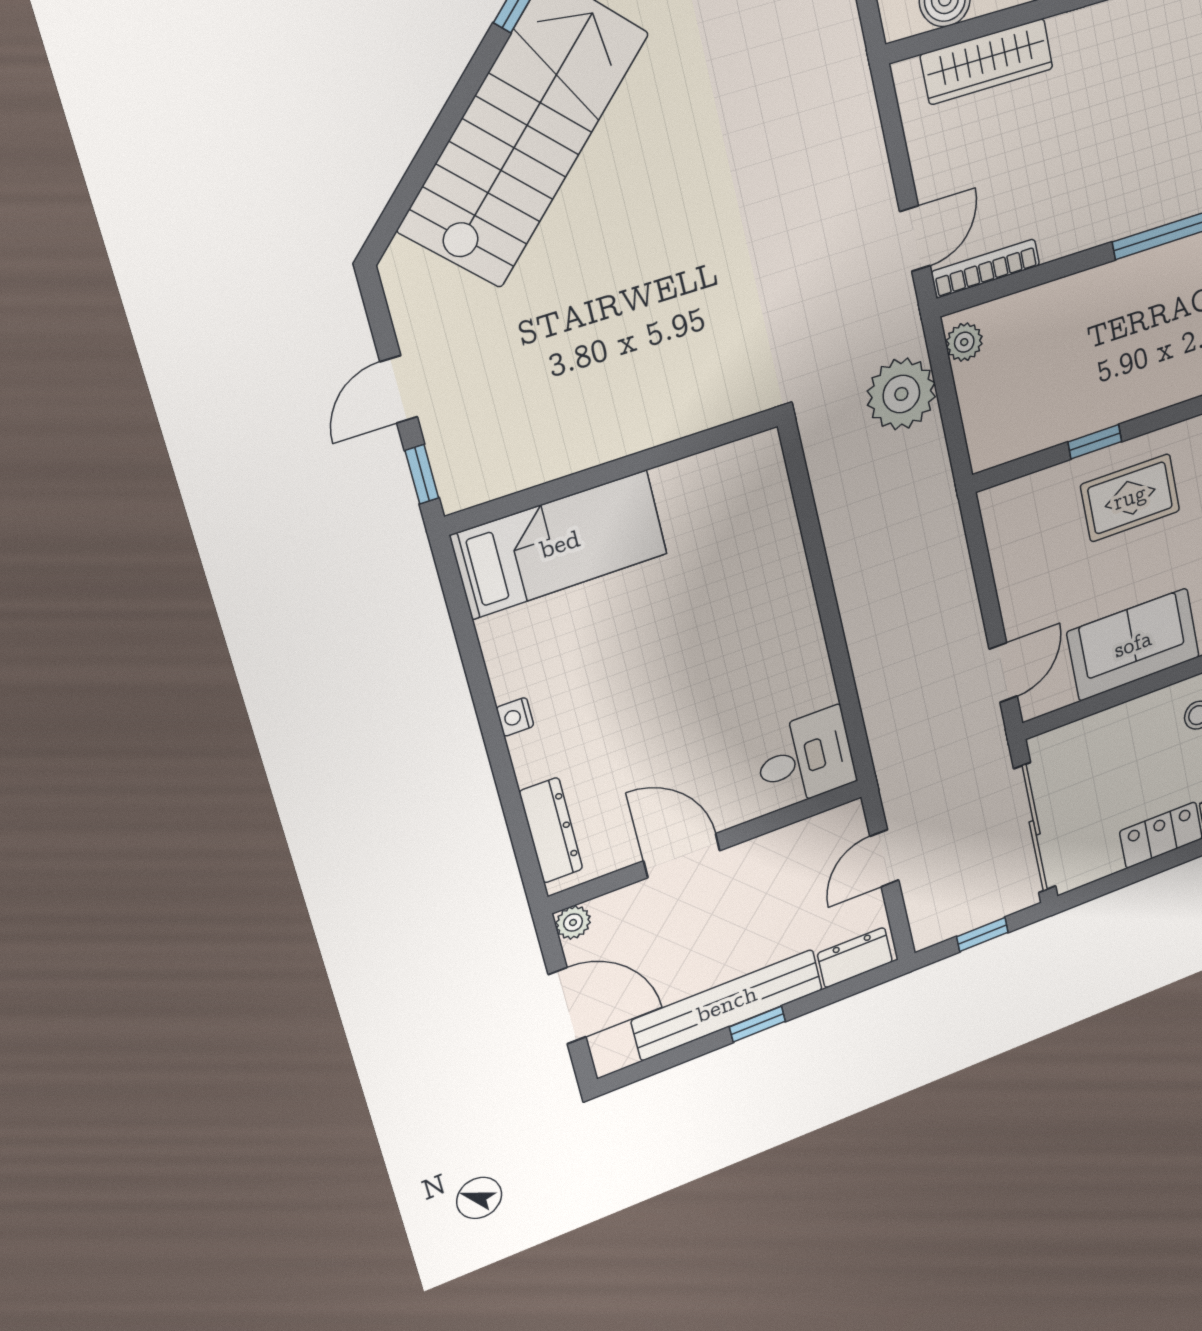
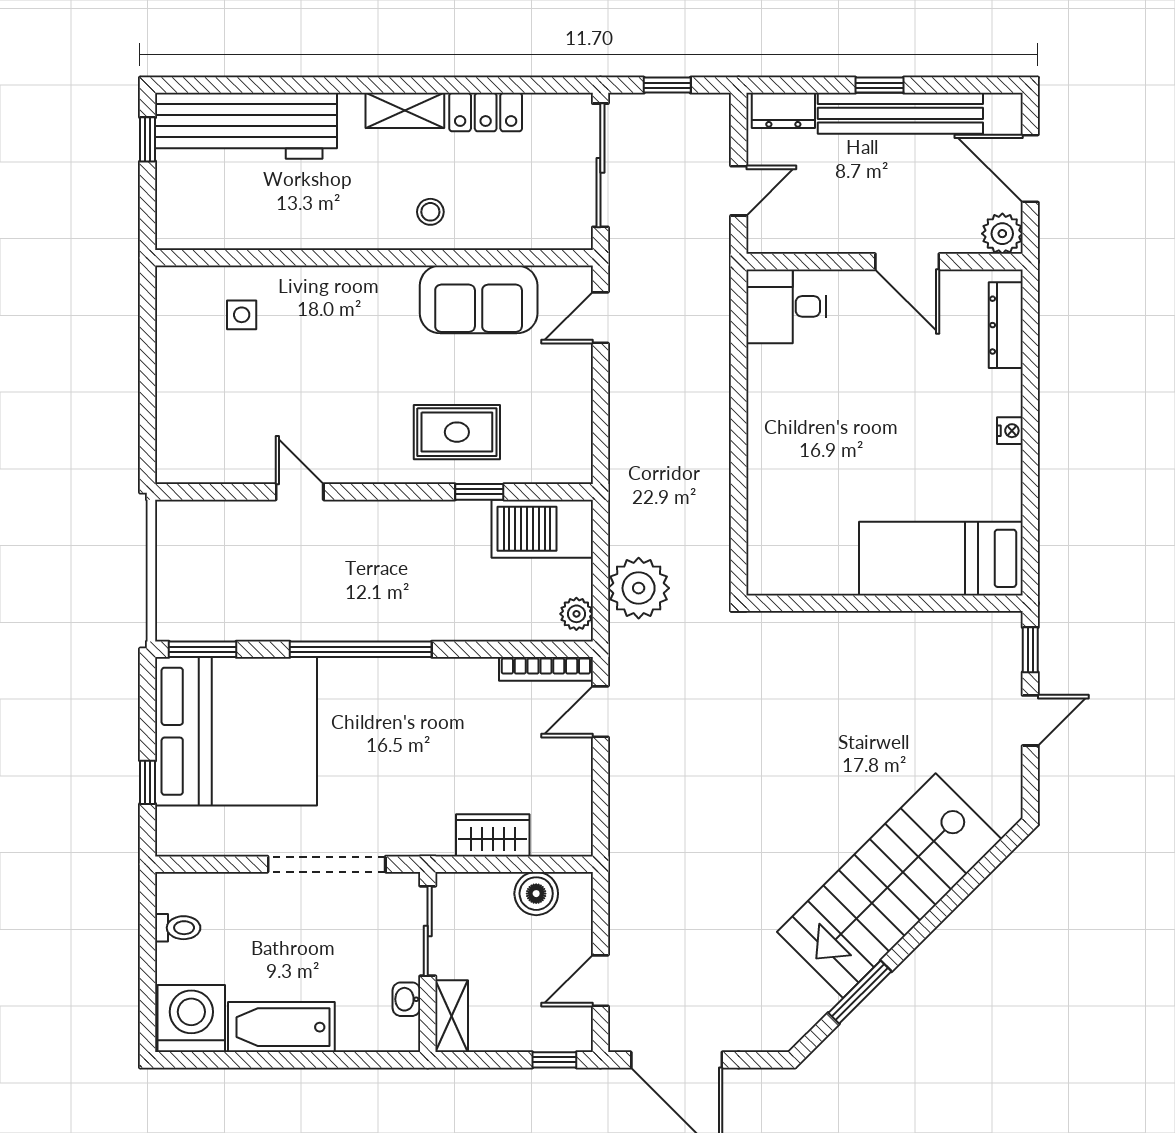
wardrobe: (987, 62) -> (493, 835), width x0.67
barbecue: (1020, 425) -> (542, 529), added
plant: (573, 923) -> (1002, 234), width x1.38, depth x1.38

